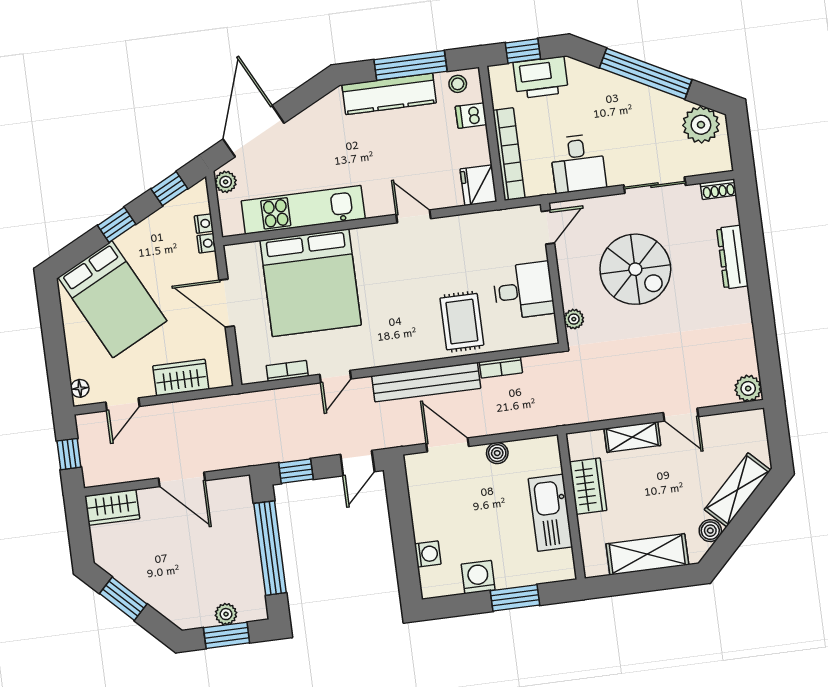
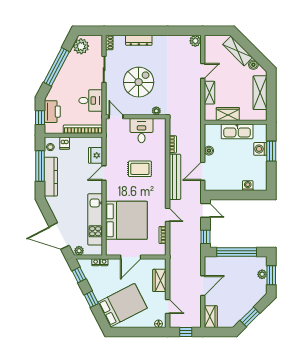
fridge: (478, 185) -> (96, 155), moved, turned 90
rug: (462, 322) -> (140, 169), moved
washing machine: (478, 577) -> (260, 149), moved

